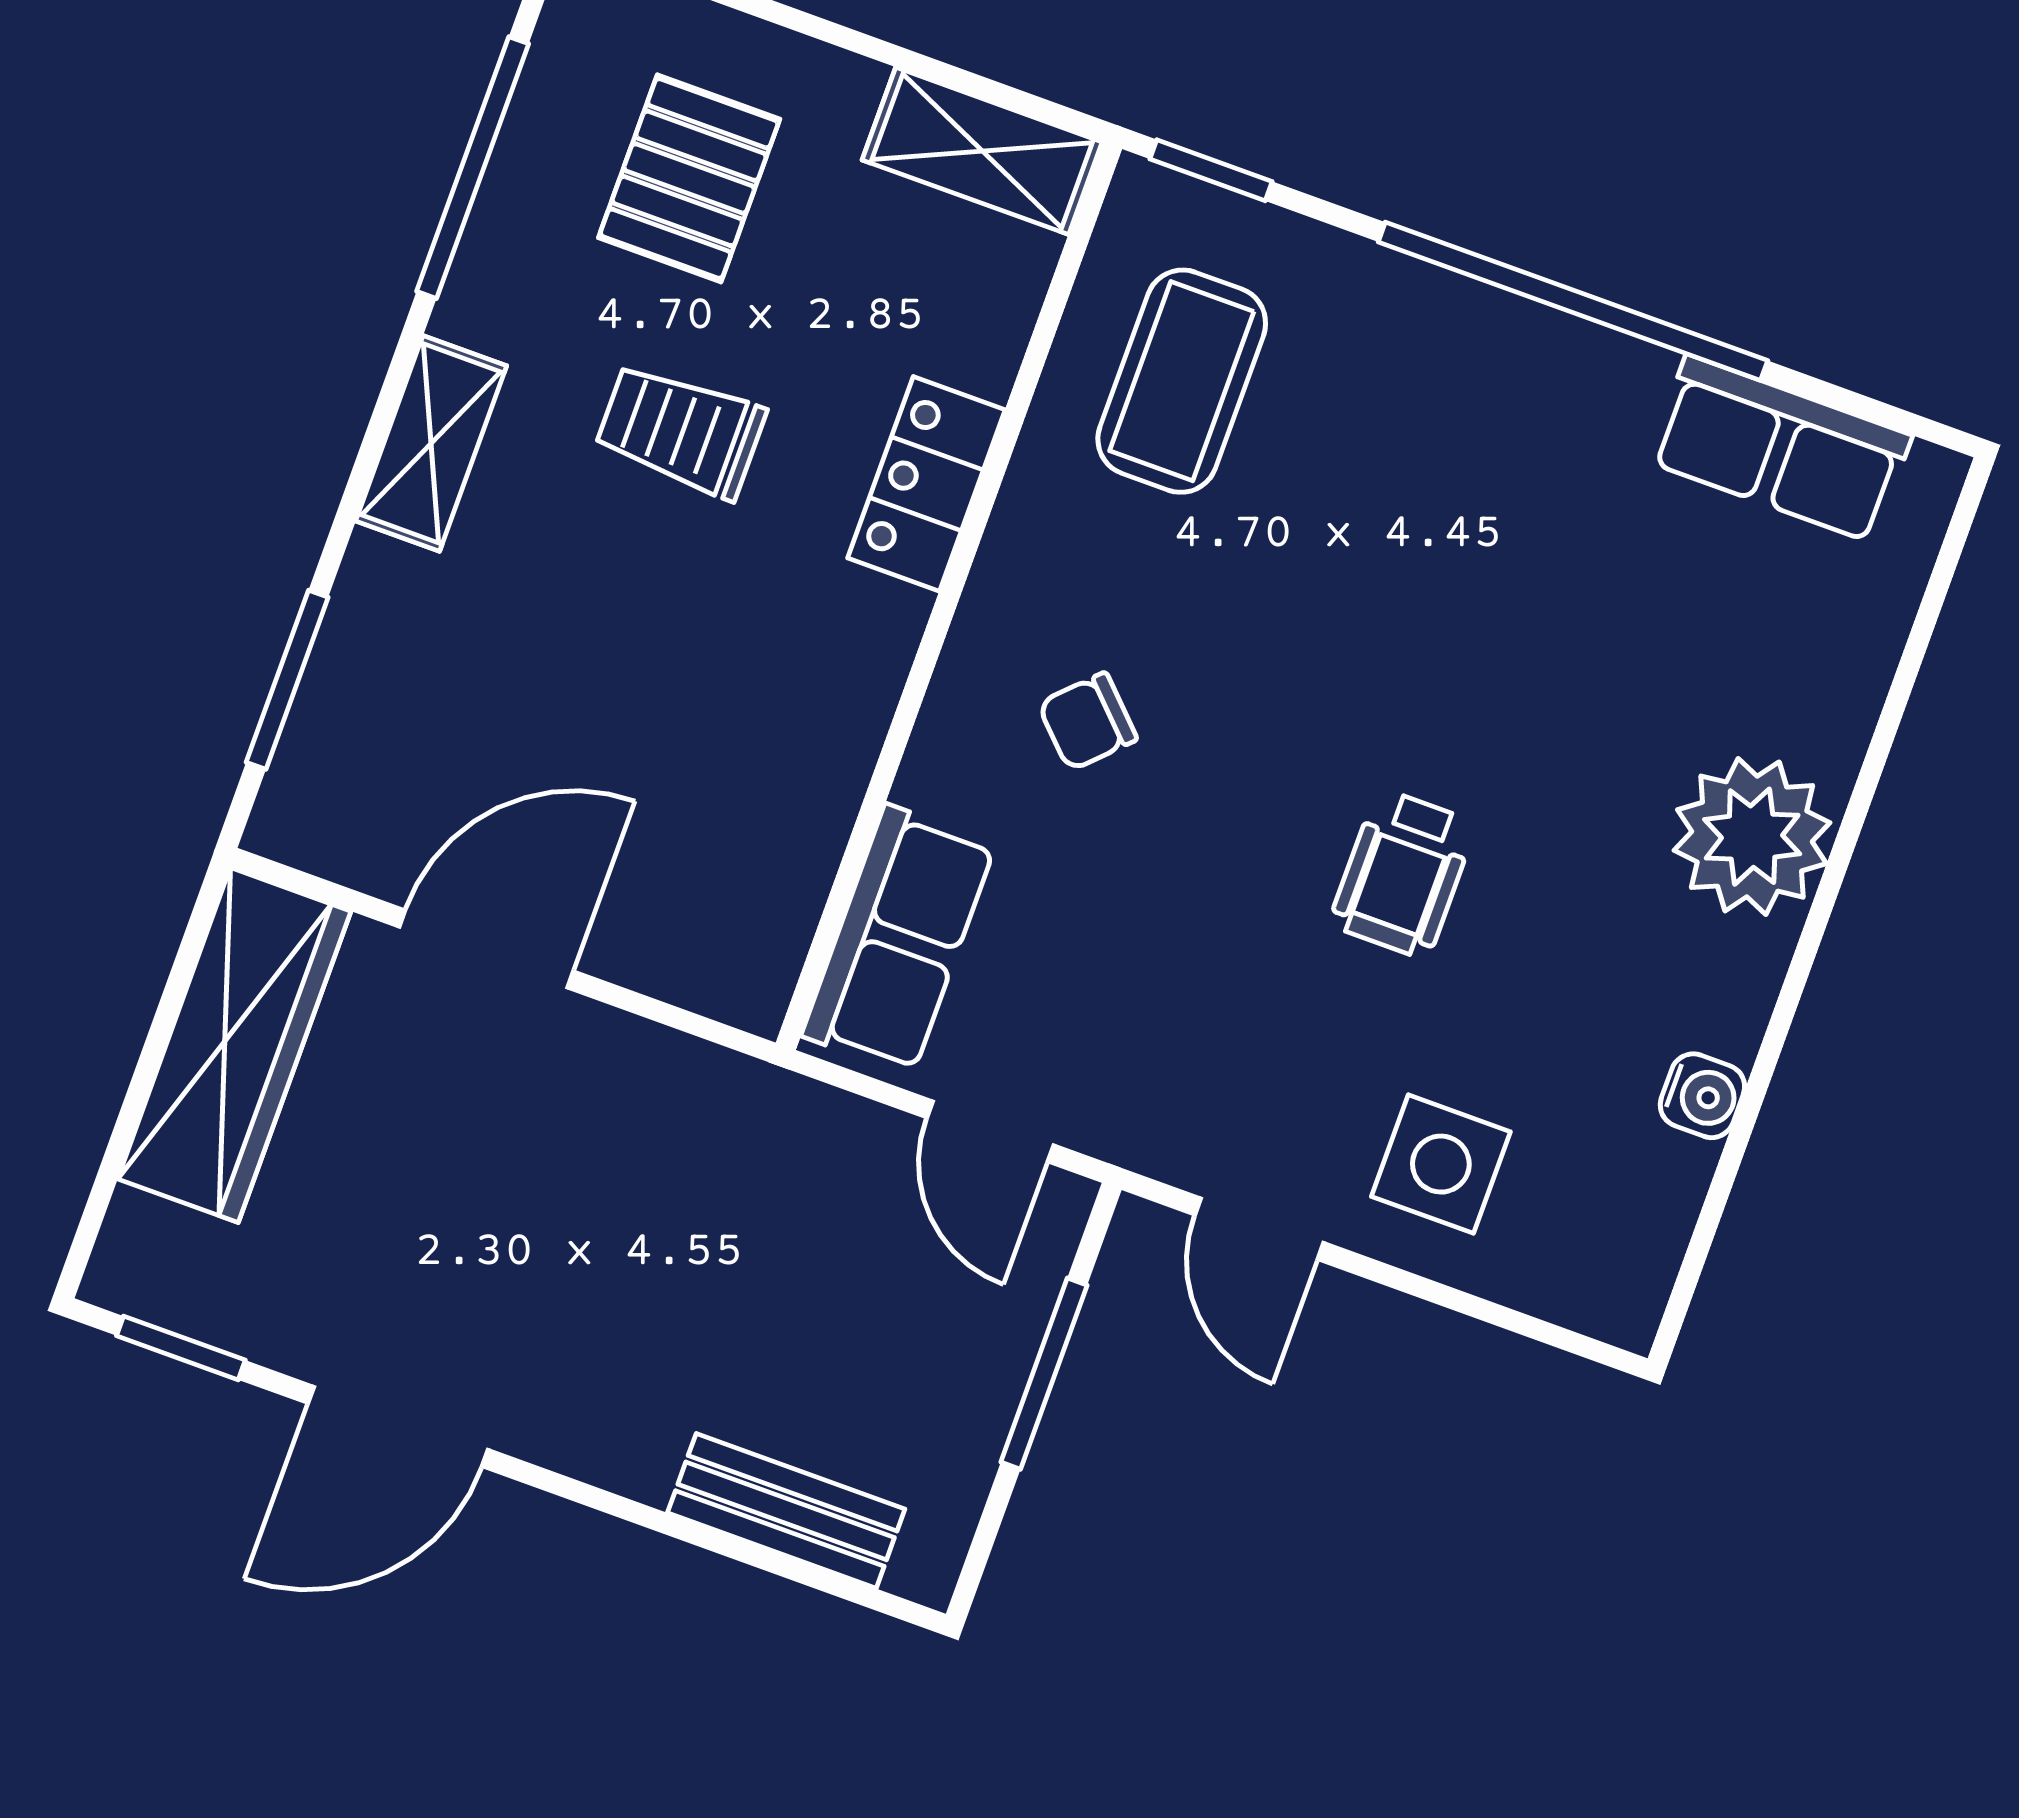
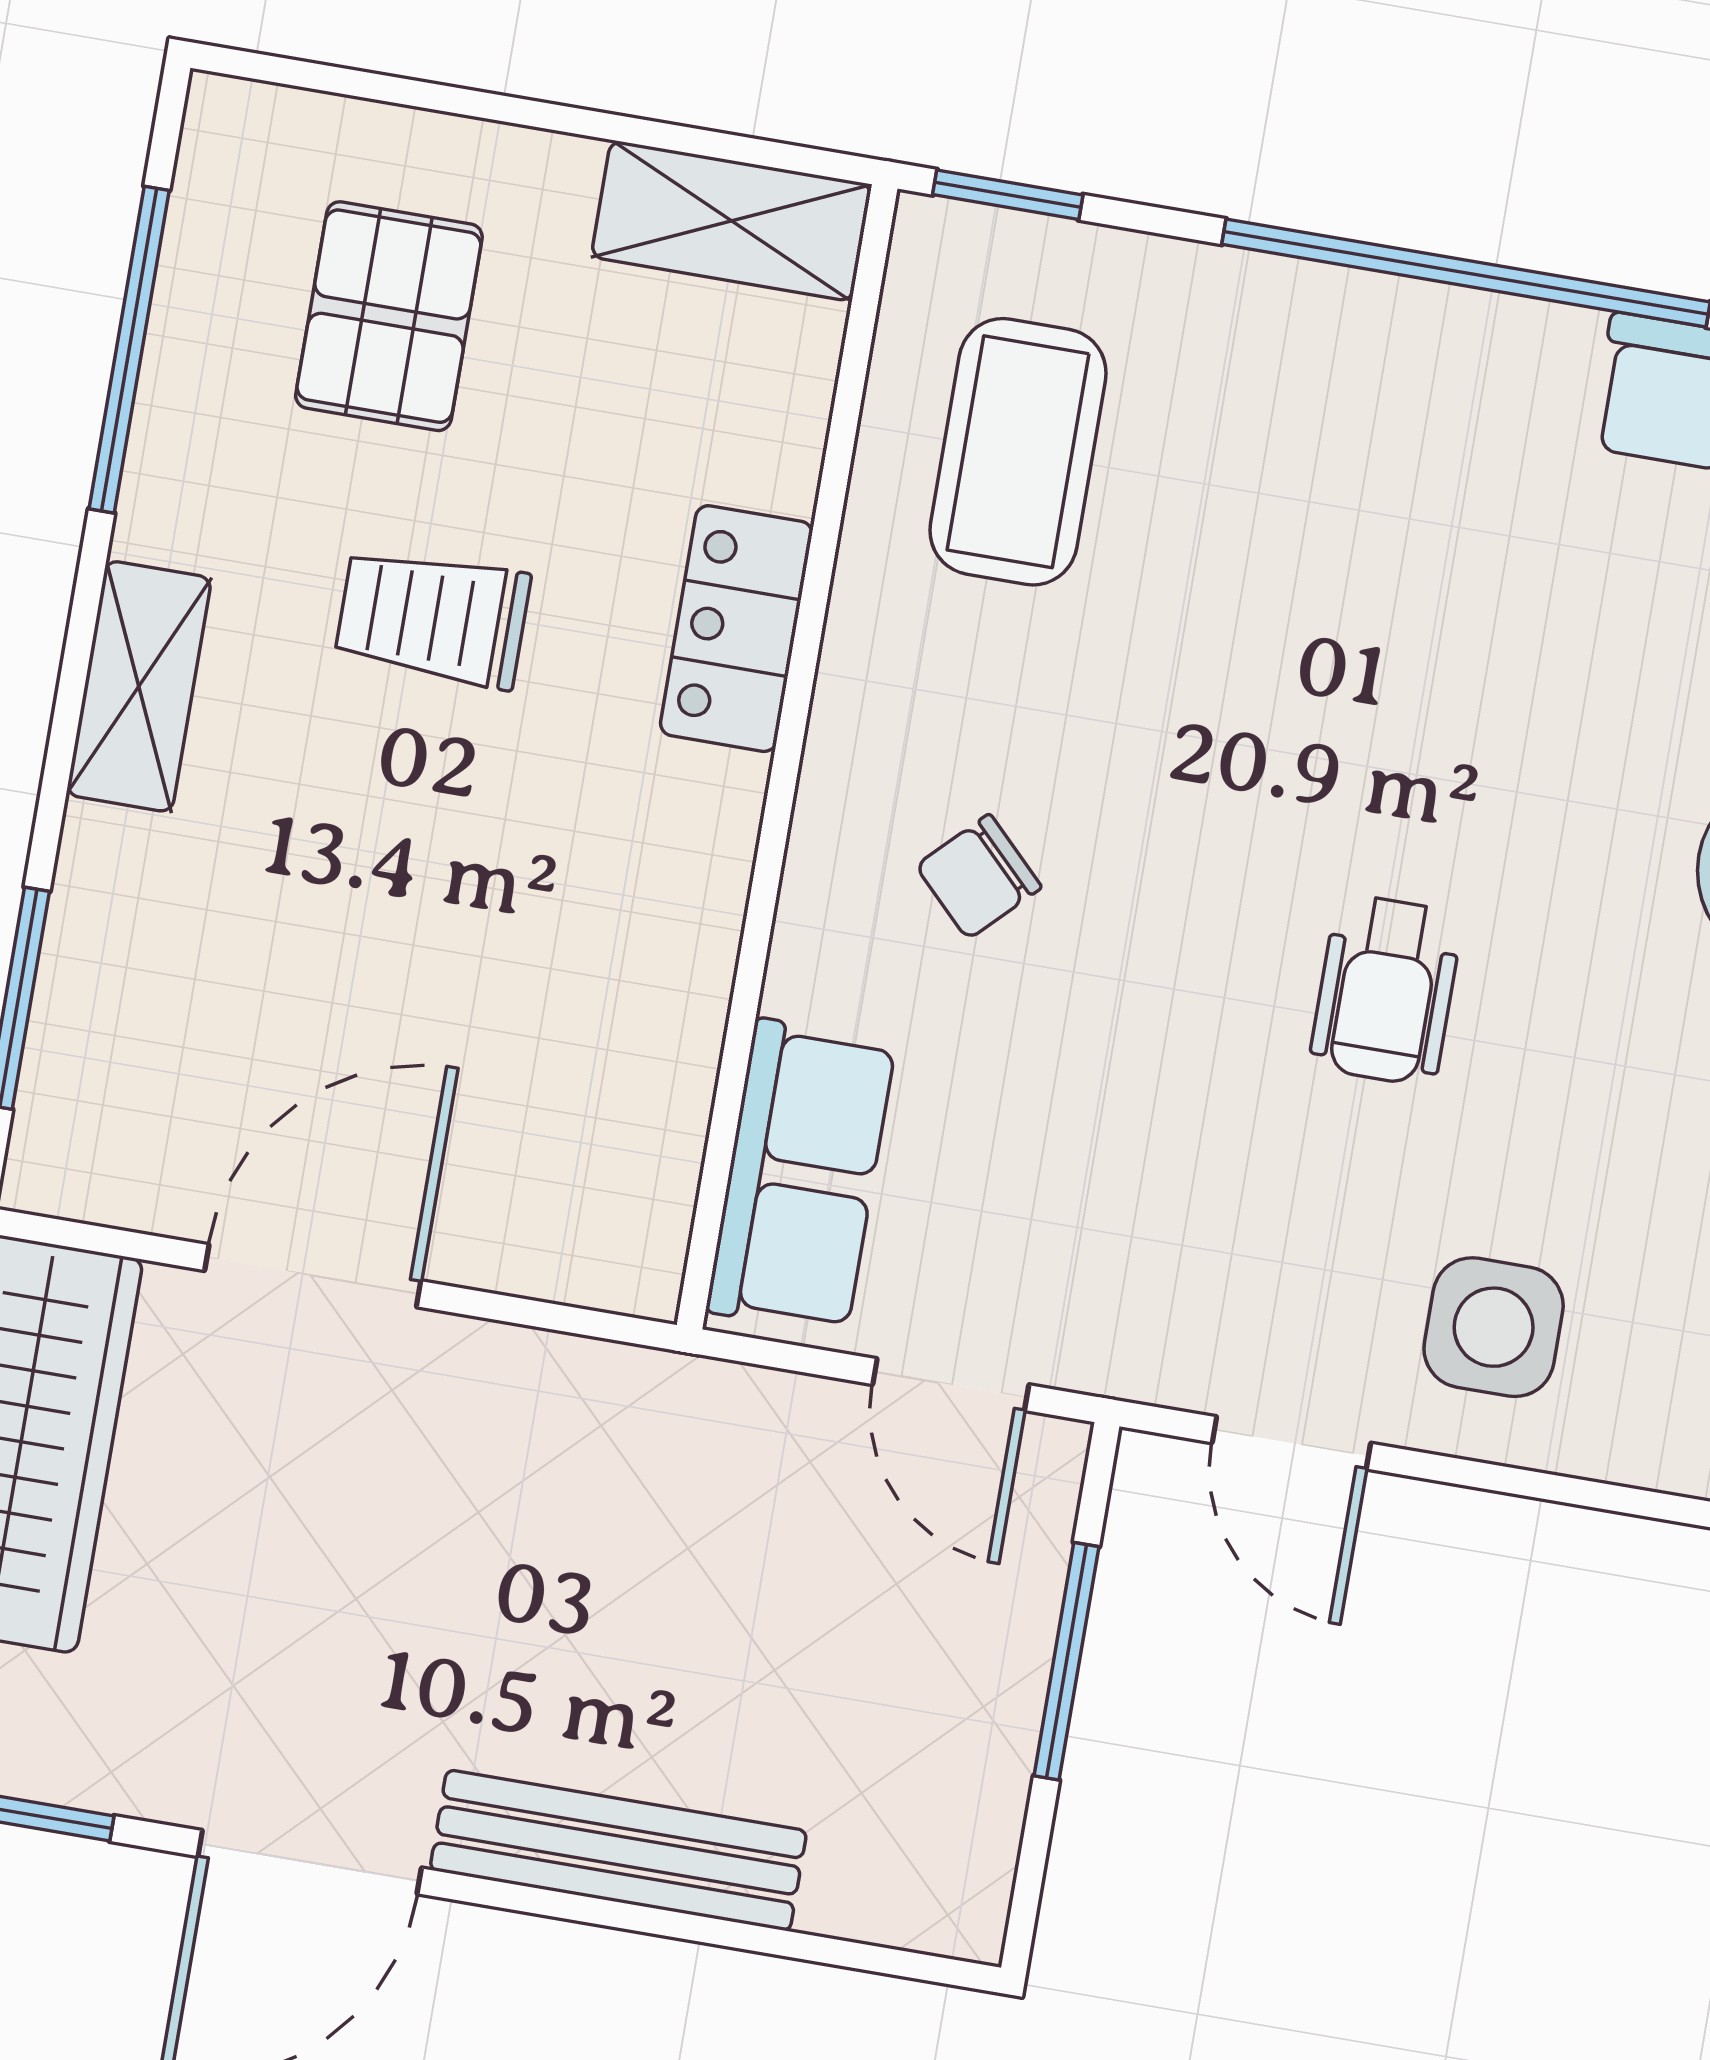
bench: (786, 1511) -> (618, 1850), moved, width x1.36

